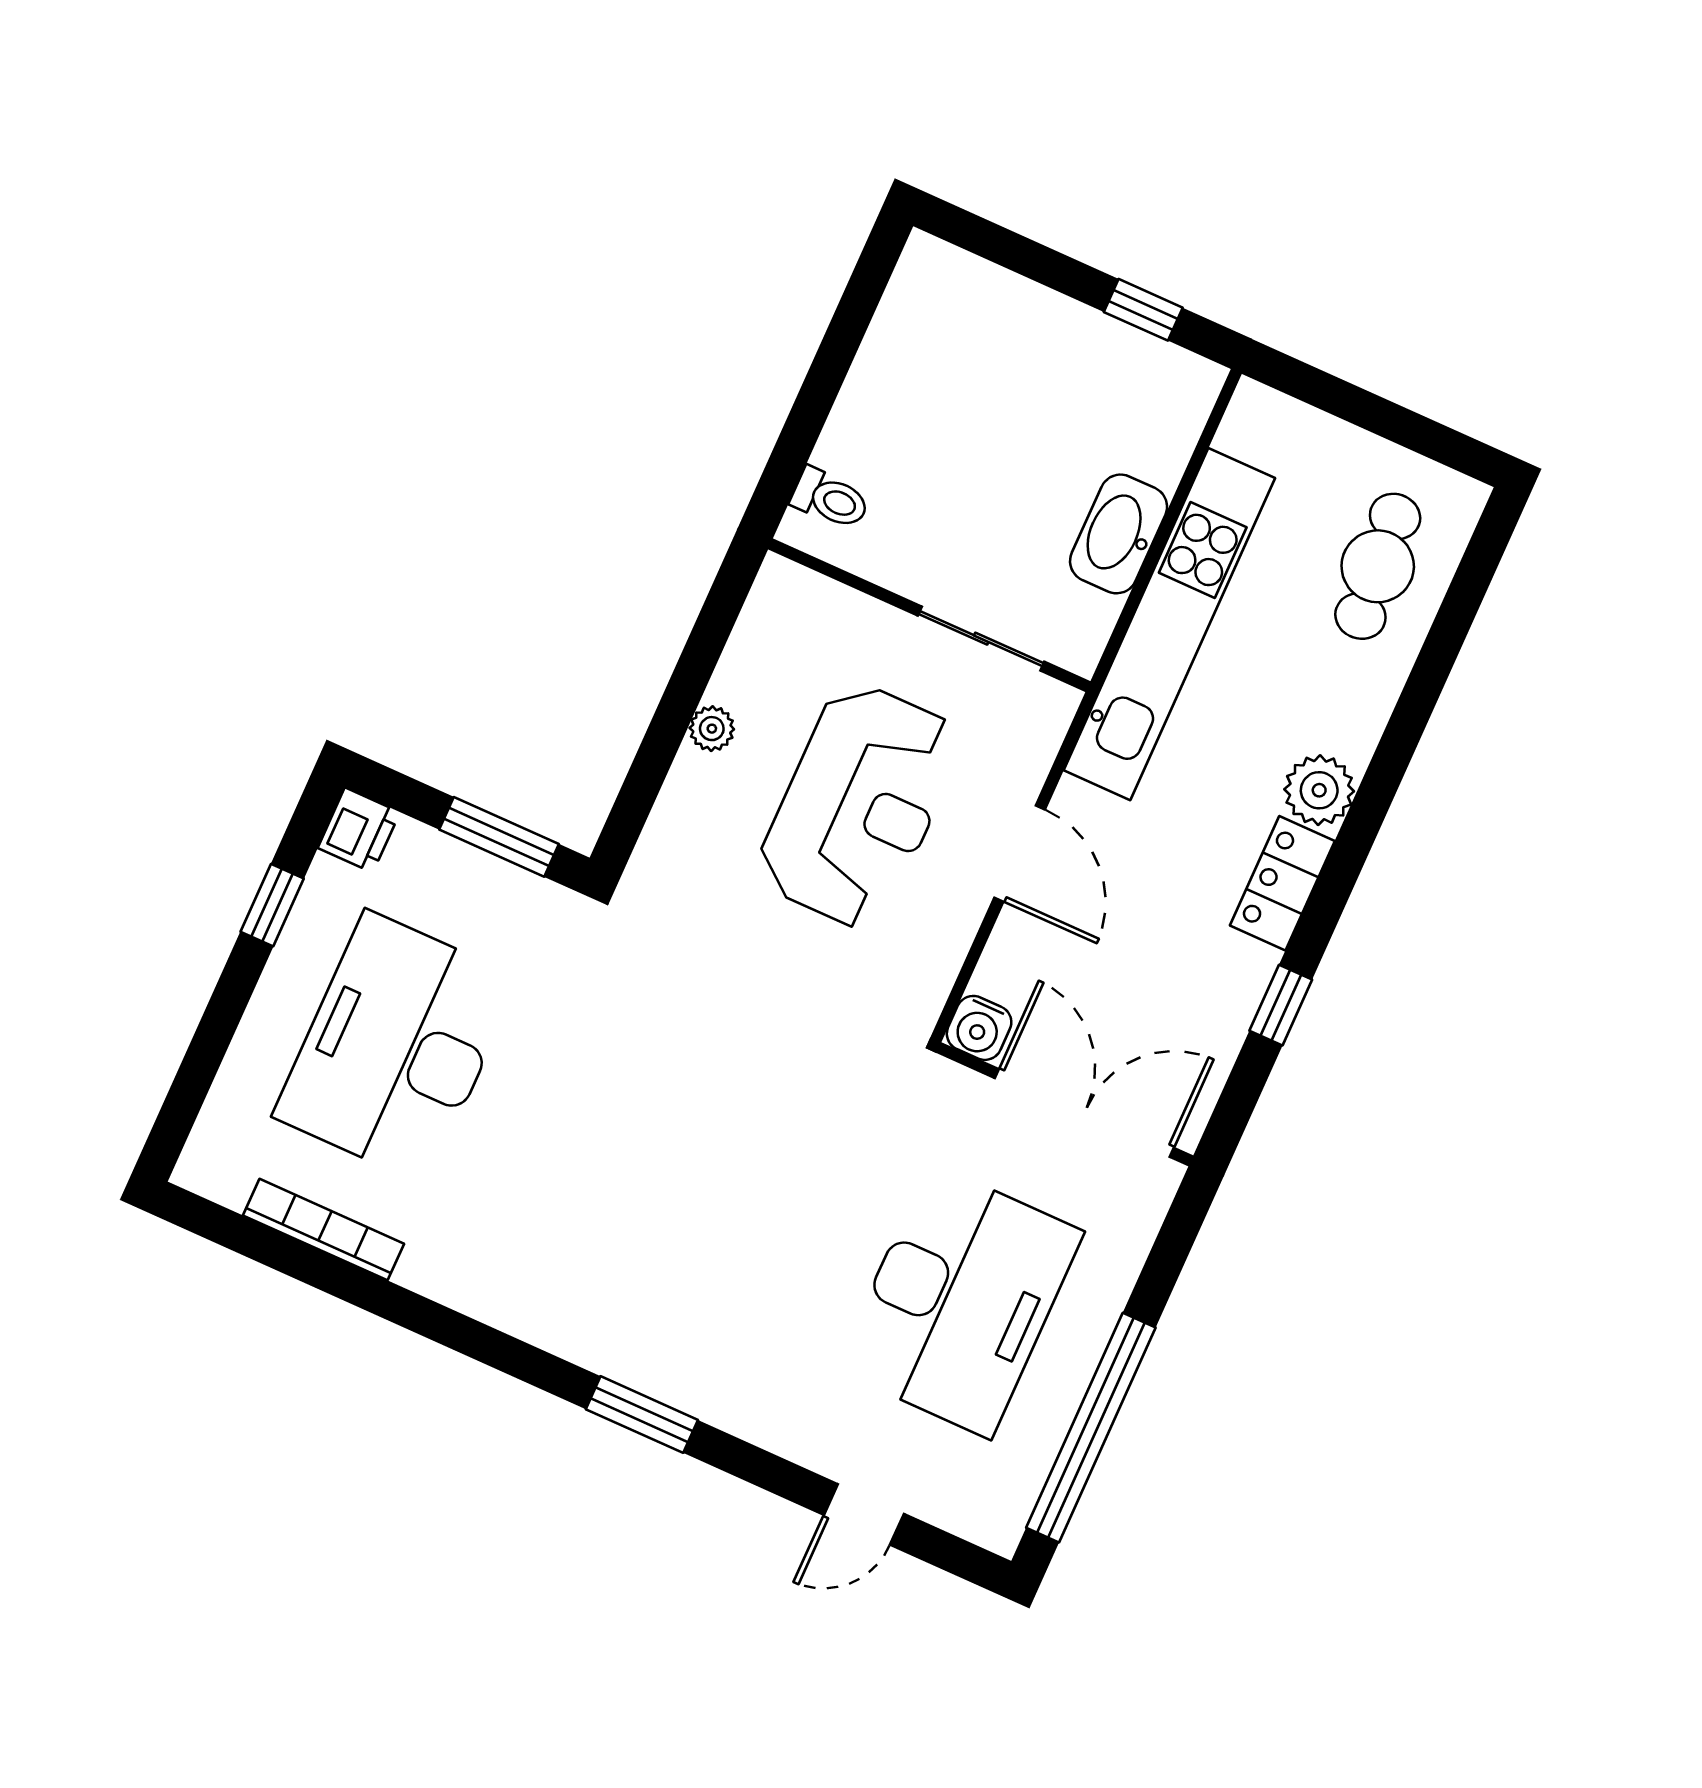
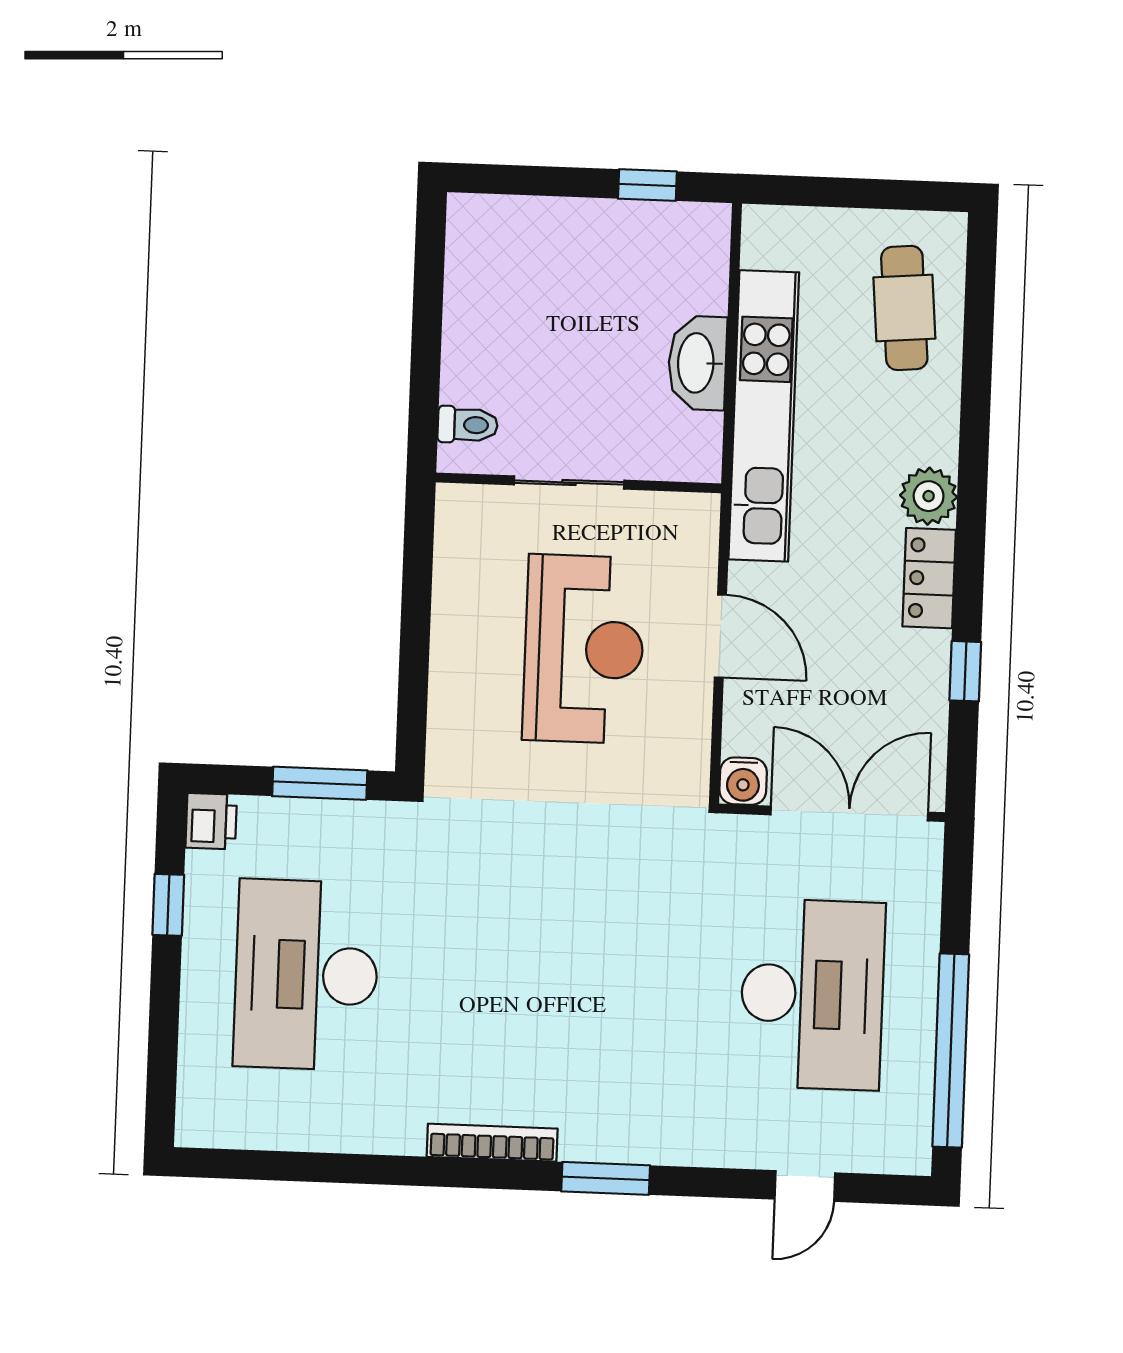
sliding door: (981, 639) -> (569, 483), moved
plant: (712, 729) -> (448, 636), removed
bookcase: (323, 1230) -> (492, 1143), moved

